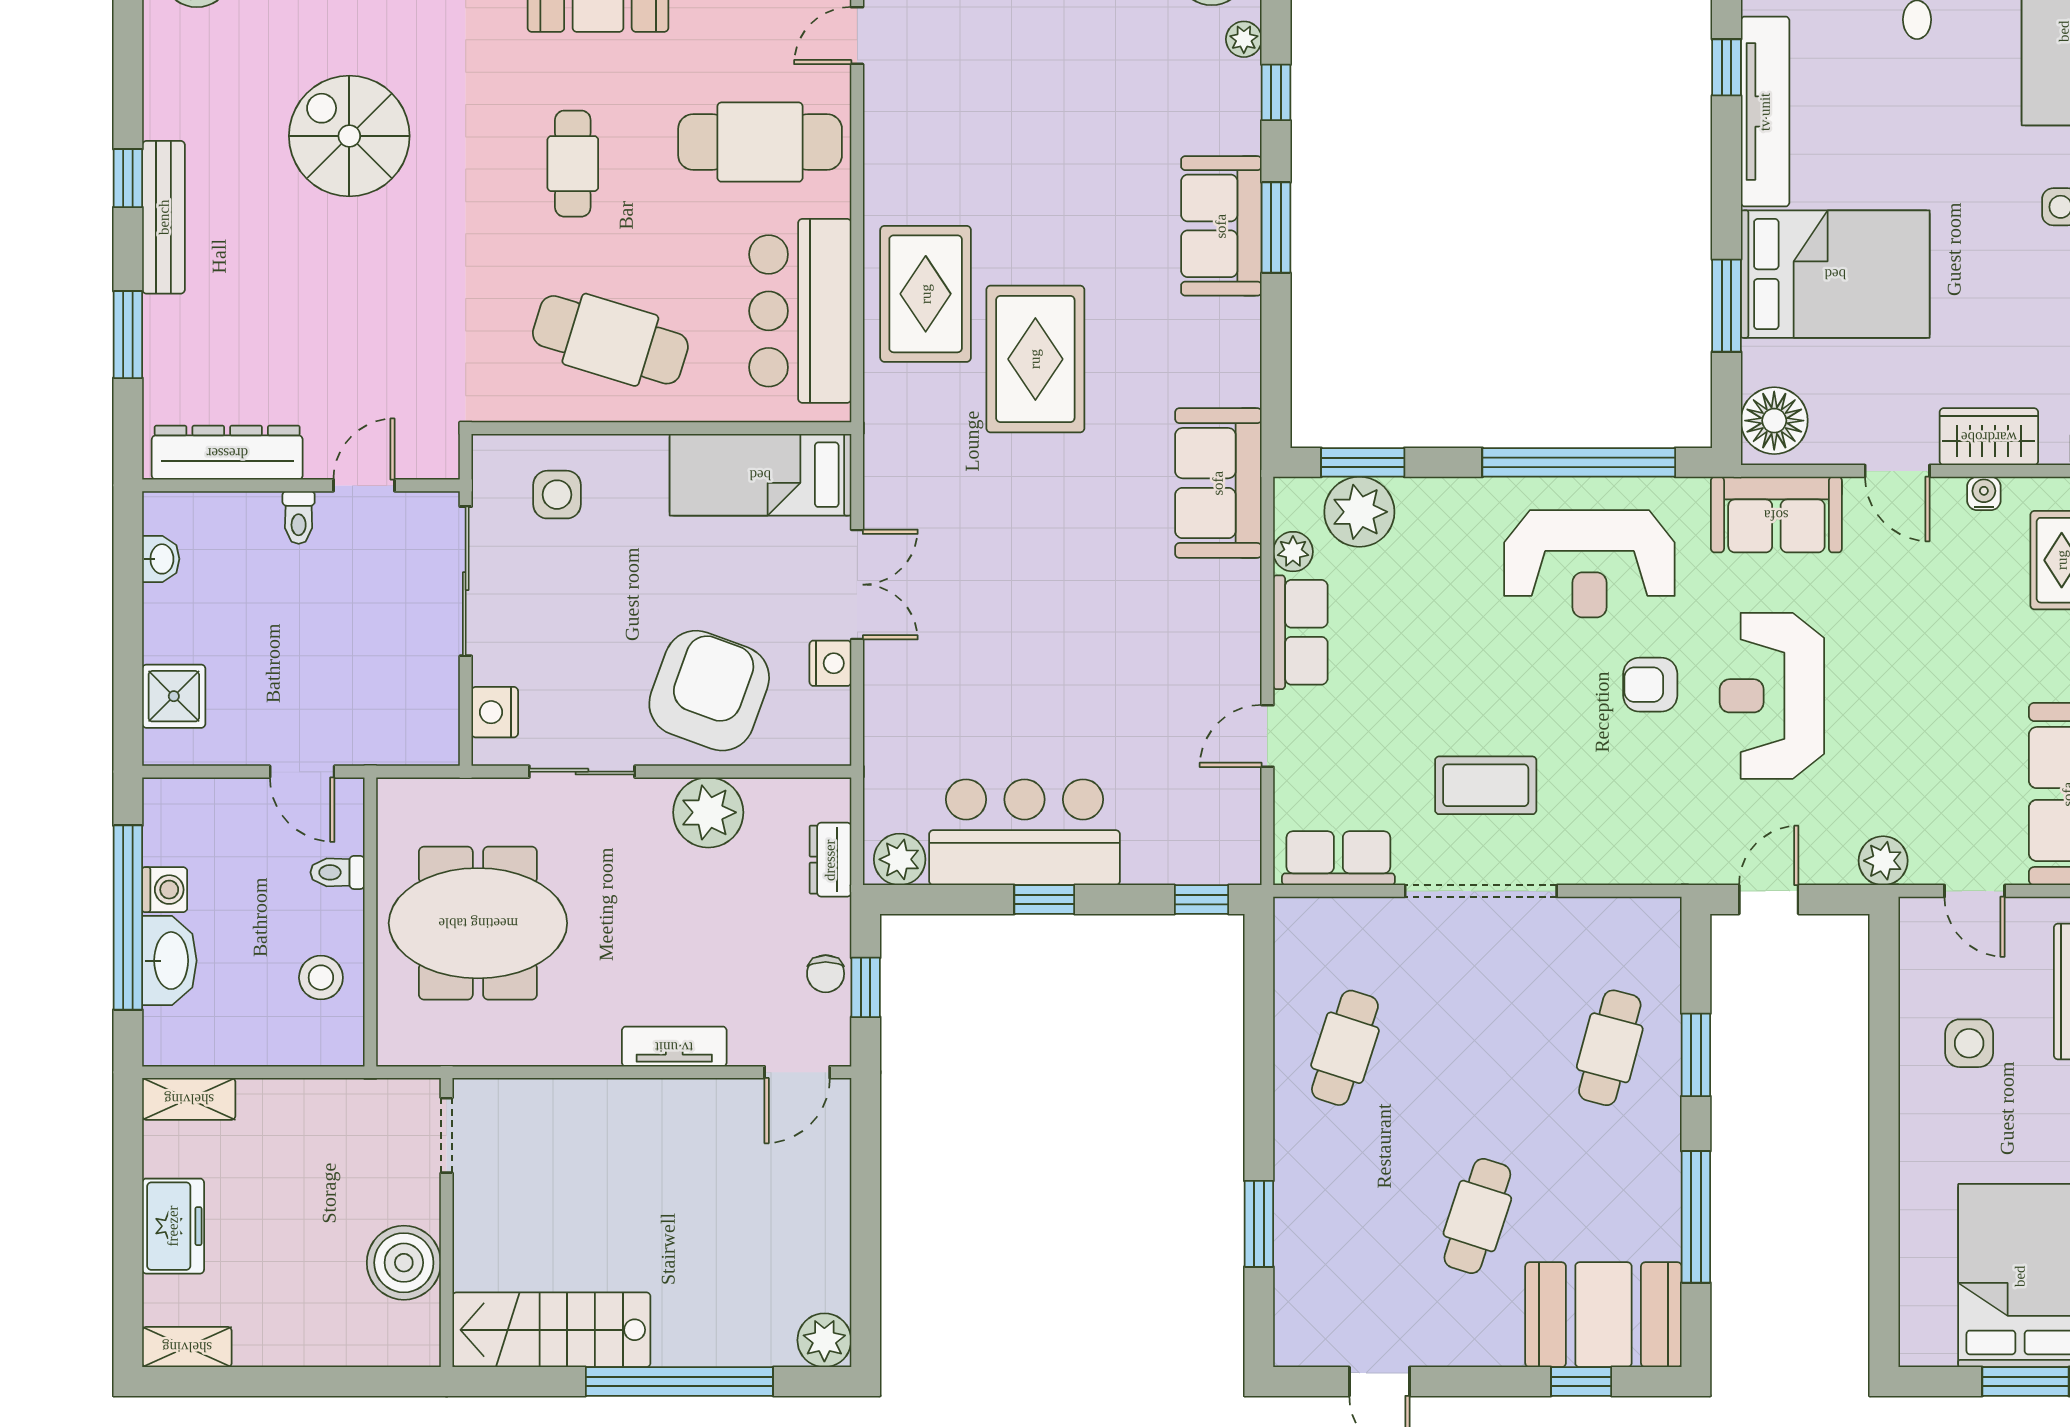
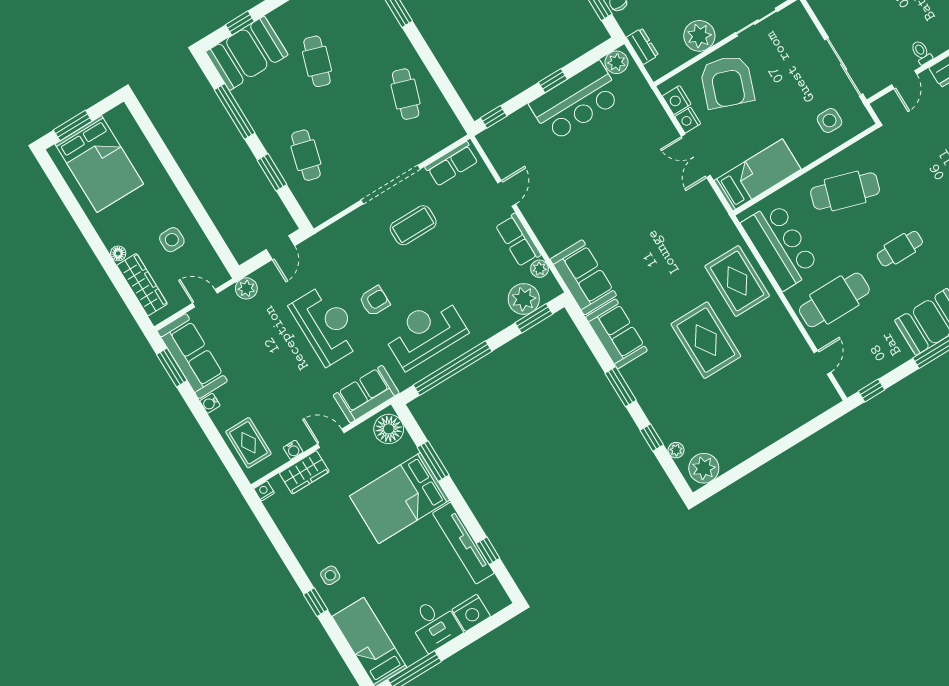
cafe table: (573, 164) -> (900, 249), turned 90
sofa: (1221, 226) -> (616, 334), moved
rug: (1035, 359) -> (706, 340), moved
nightstand: (495, 712) -> (677, 100), moved, turned 180

